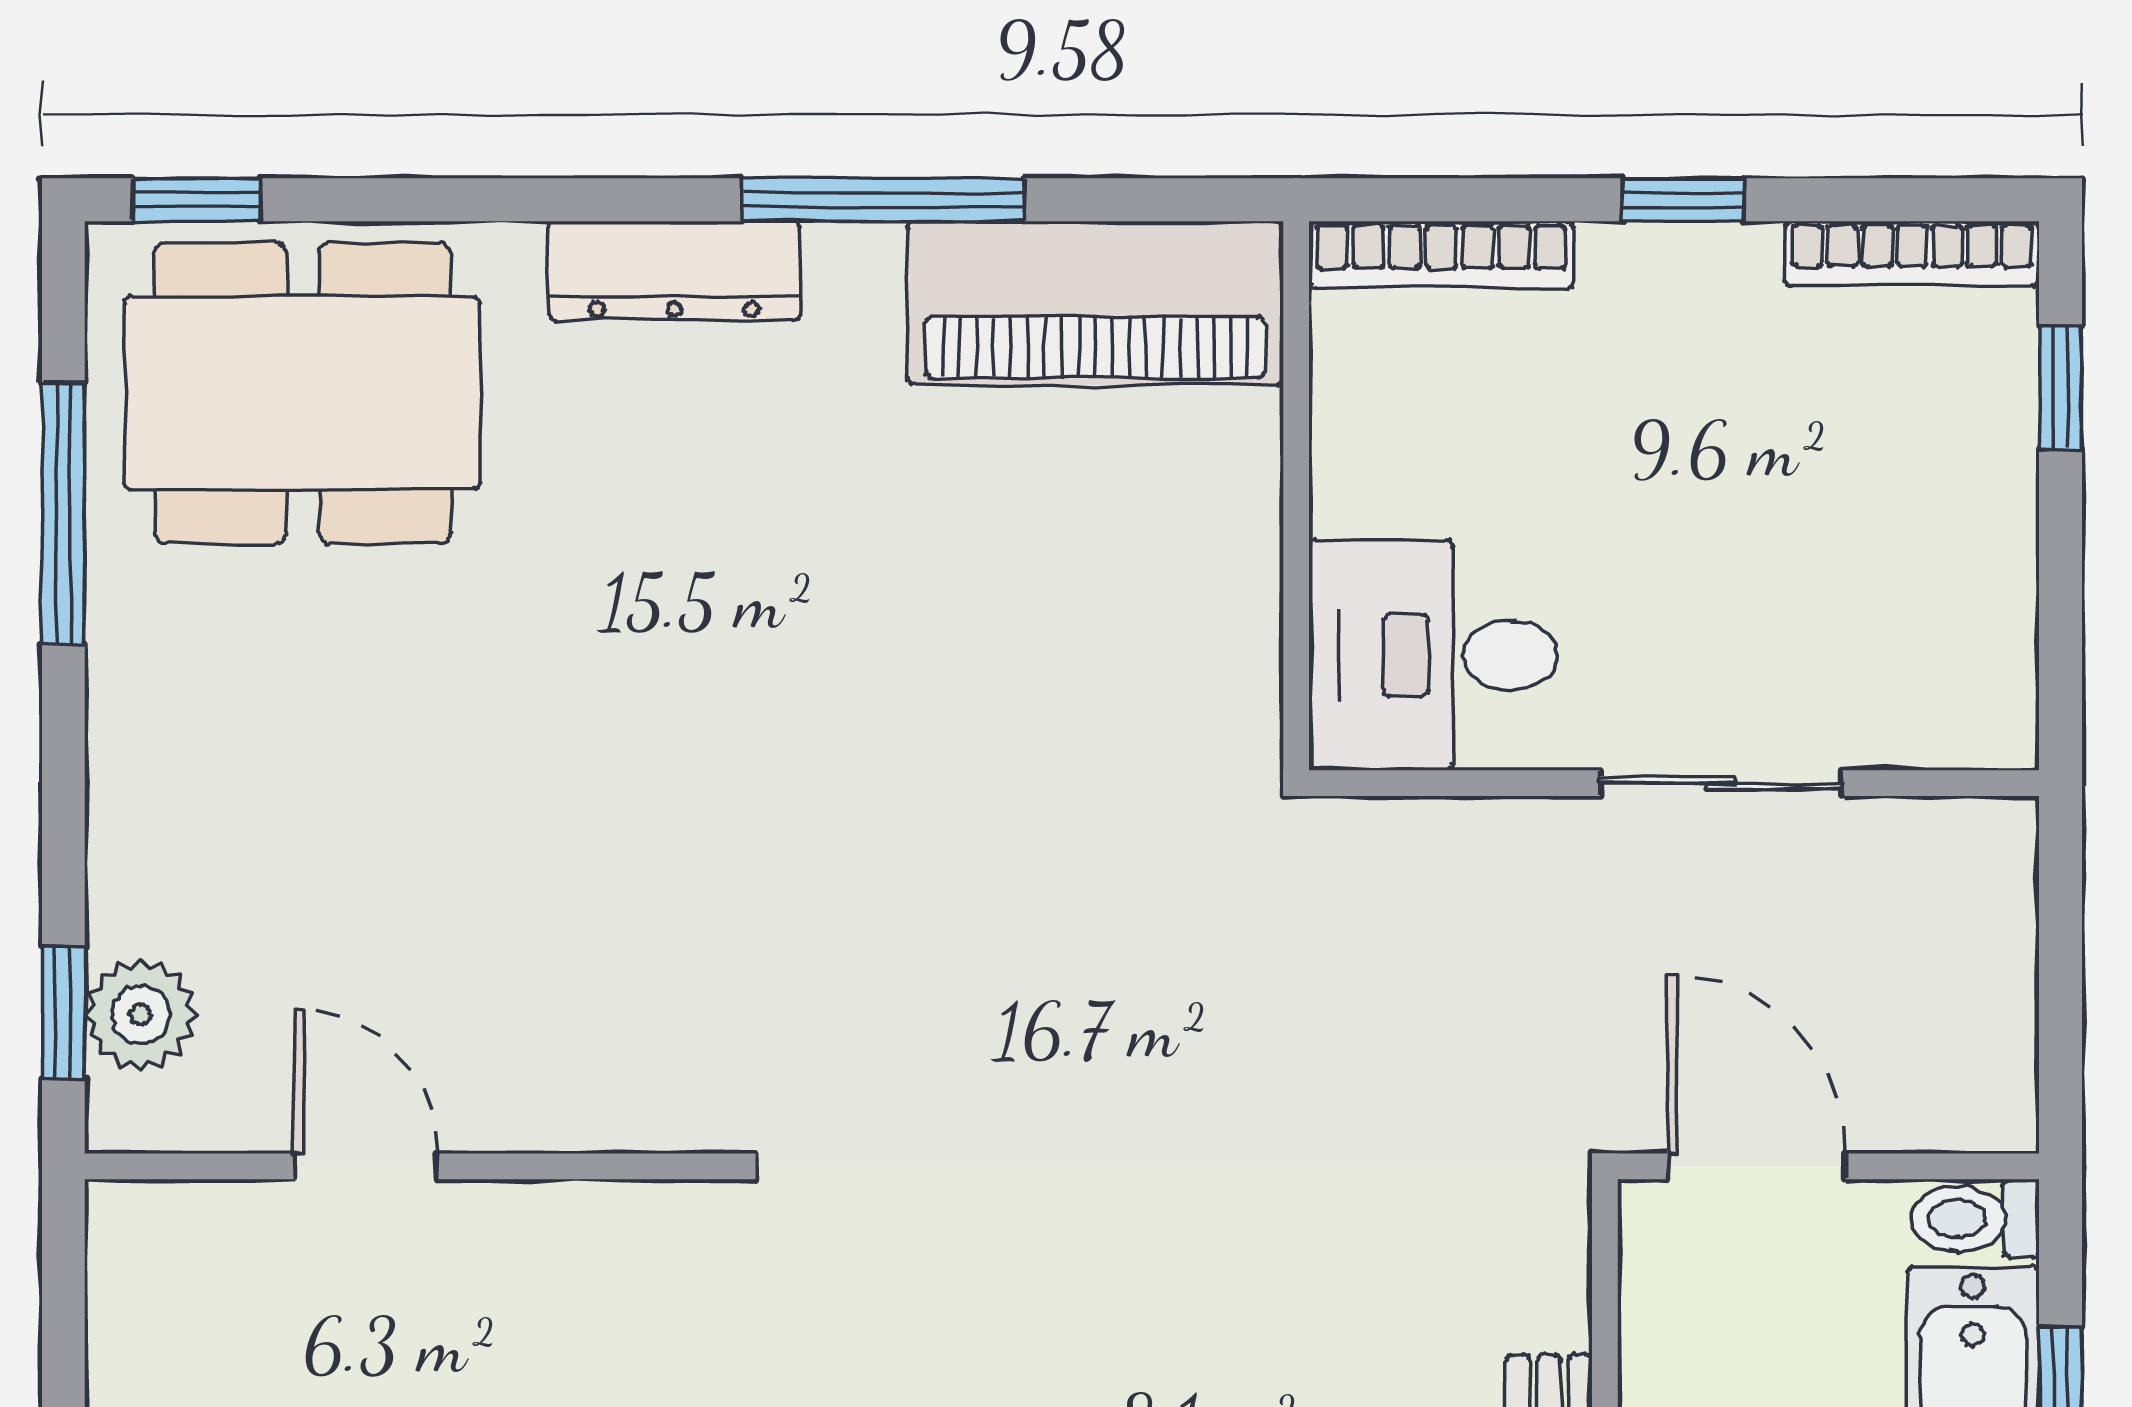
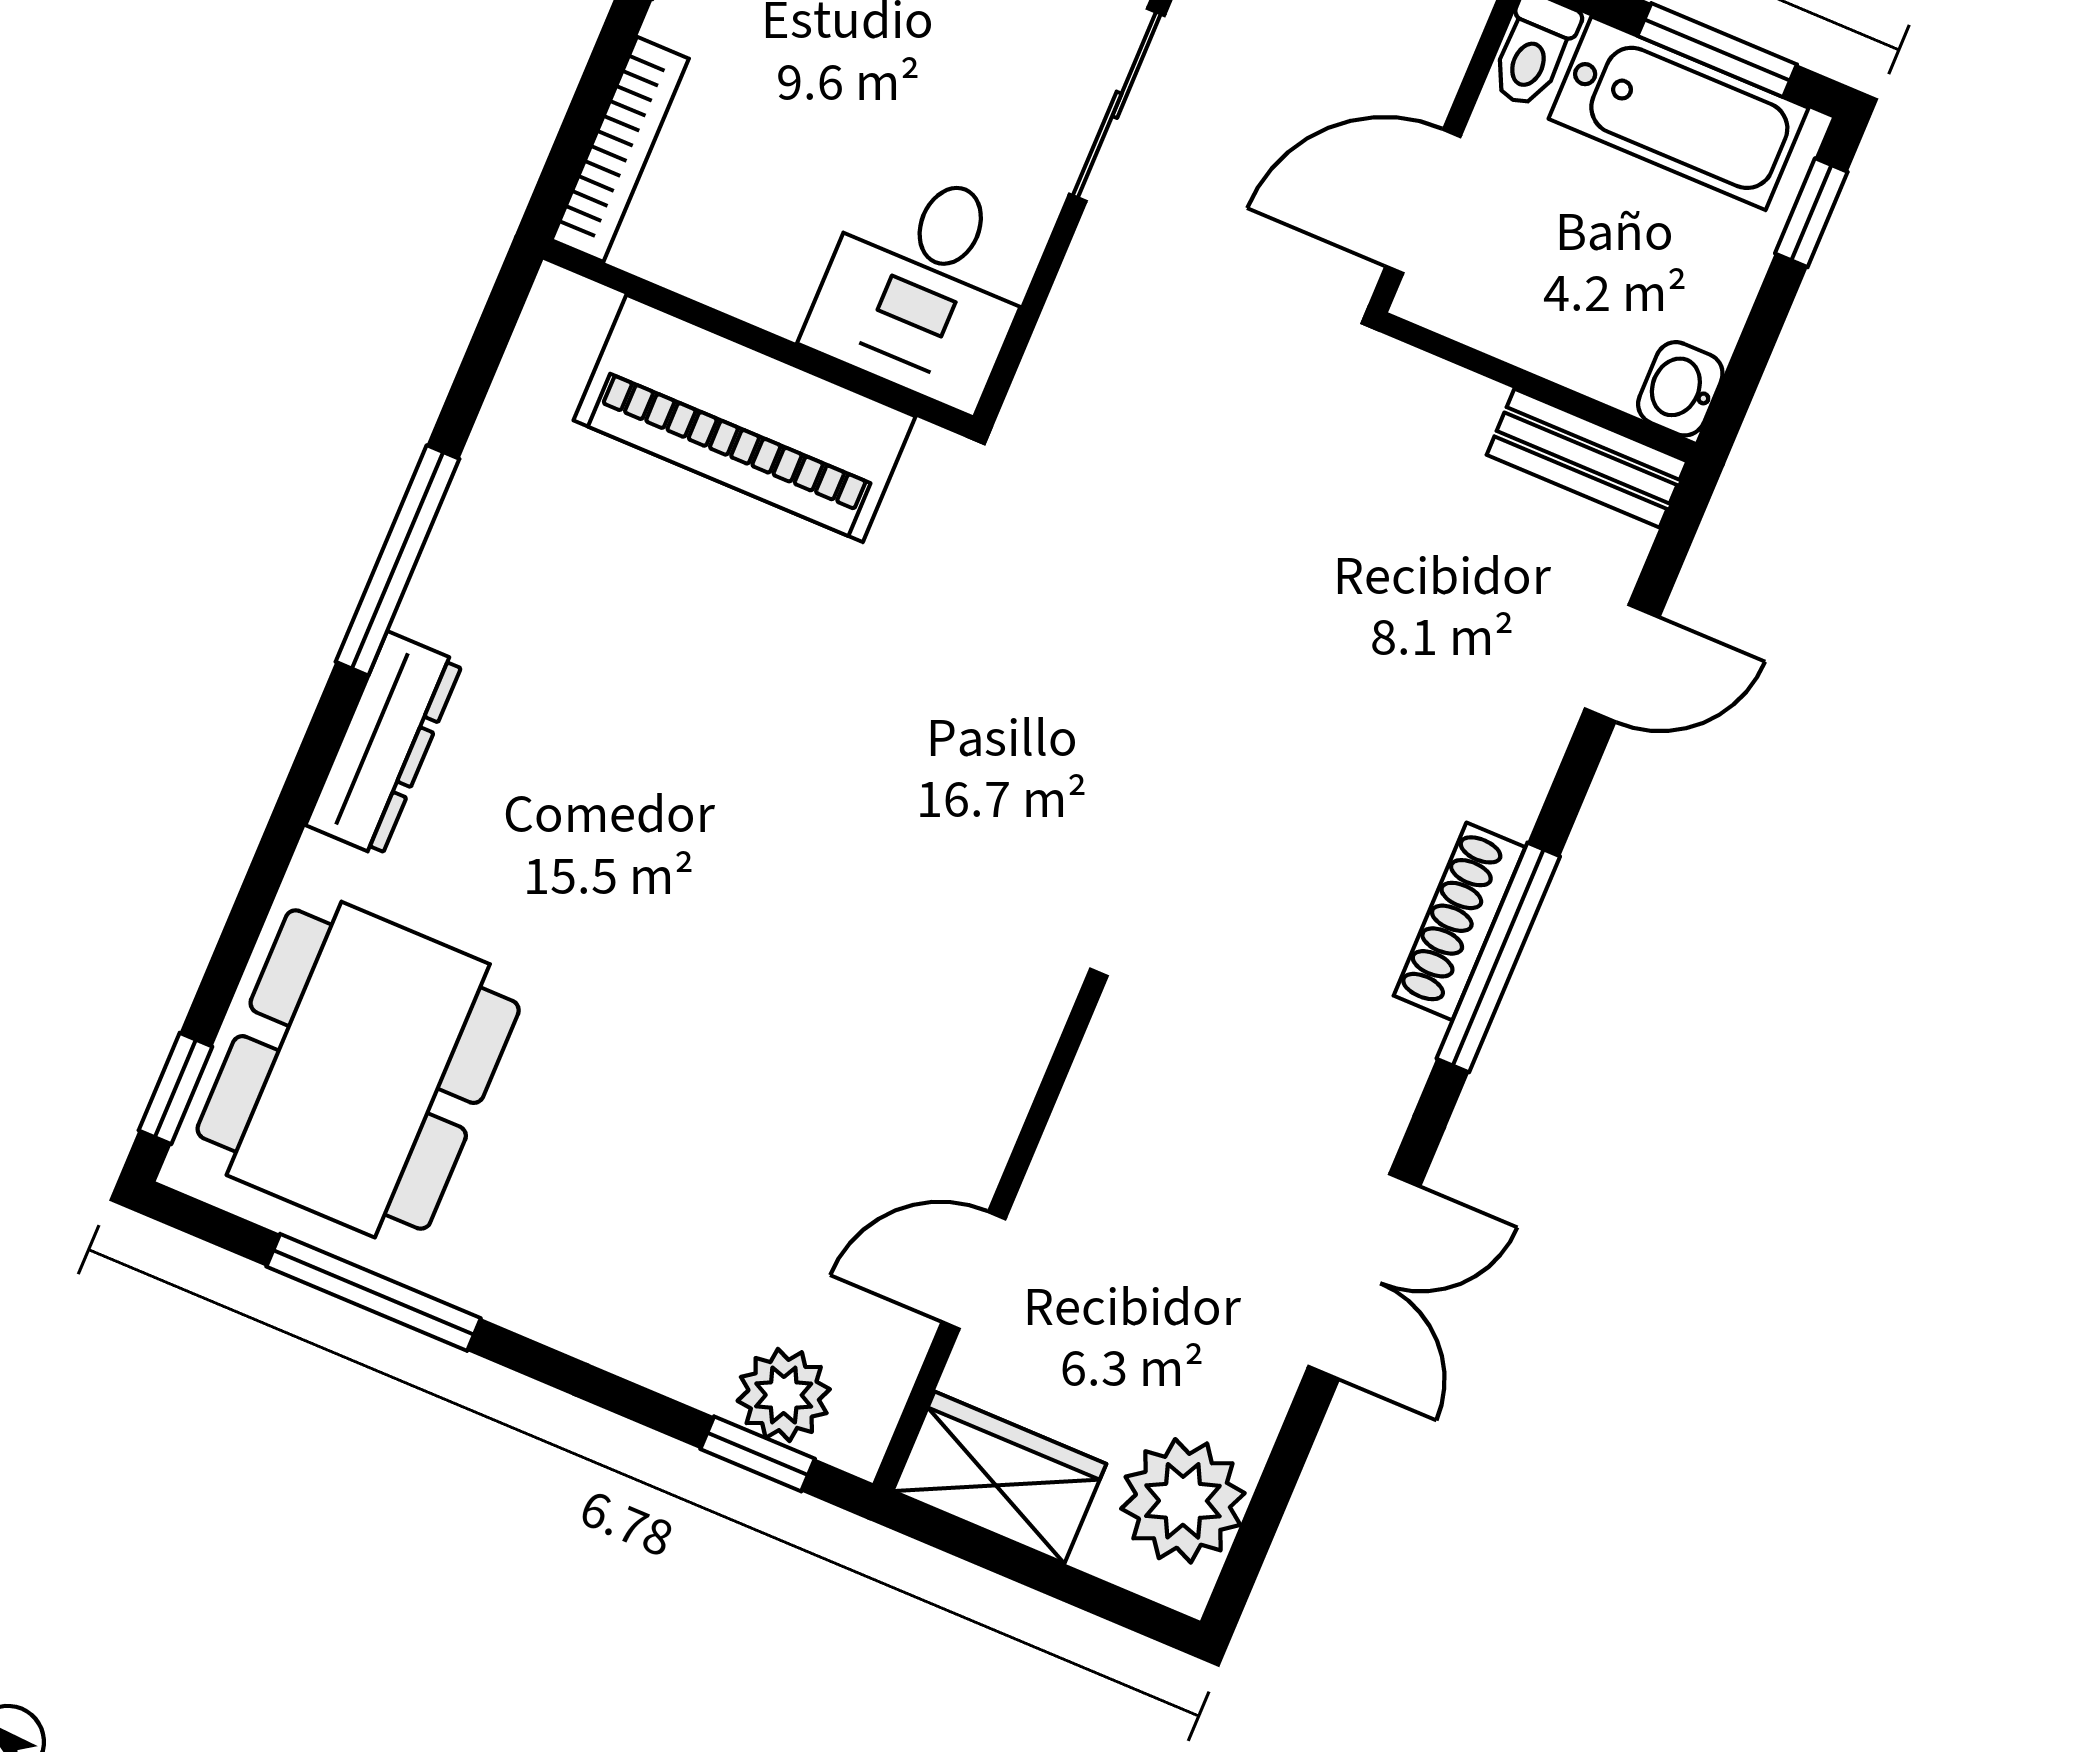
piano: (1095, 303) -> (745, 418), moved, turned 90
wardrobe: (149, 1291) -> (999, 1478), added

